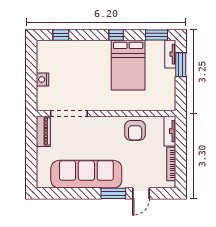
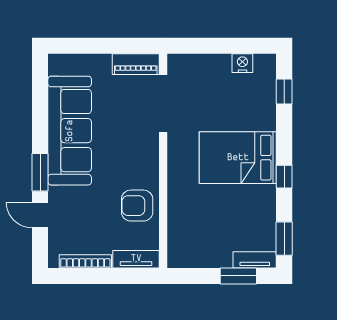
bed: (128, 65) -> (238, 158), moved
nightstand: (43, 80) -> (242, 63), moved

